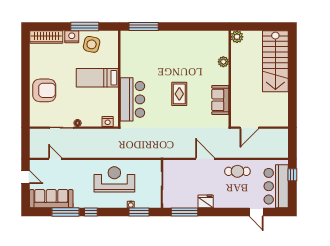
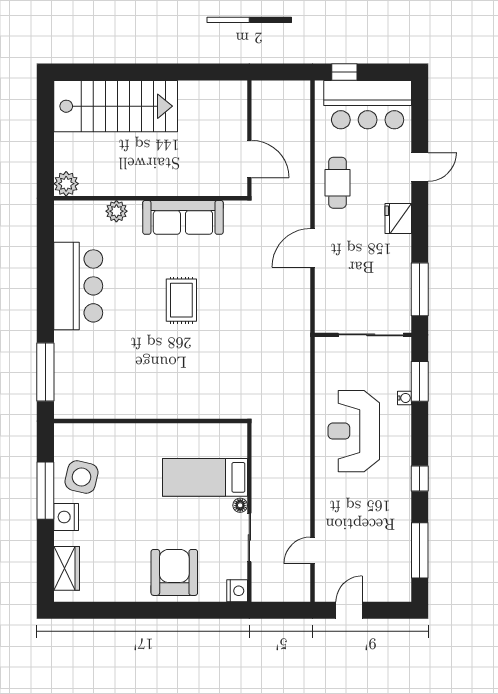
wardrobe: (46, 37) -> (67, 568), width x0.67
bed: (97, 78) -> (205, 477), moved, turned 90
rug: (179, 94) -> (181, 300), turned 90
bar counter: (132, 99) -> (78, 286), moved, turned 90
sofa: (220, 100) -> (183, 217), width x1.36
nightstand: (108, 122) -> (237, 591), moved
sofa: (51, 199) -> (393, 558), removed
fridge: (206, 201) -> (398, 219), moved
window: (65, 212) -> (420, 550), moved
door: (256, 212) -> (420, 167), moved

